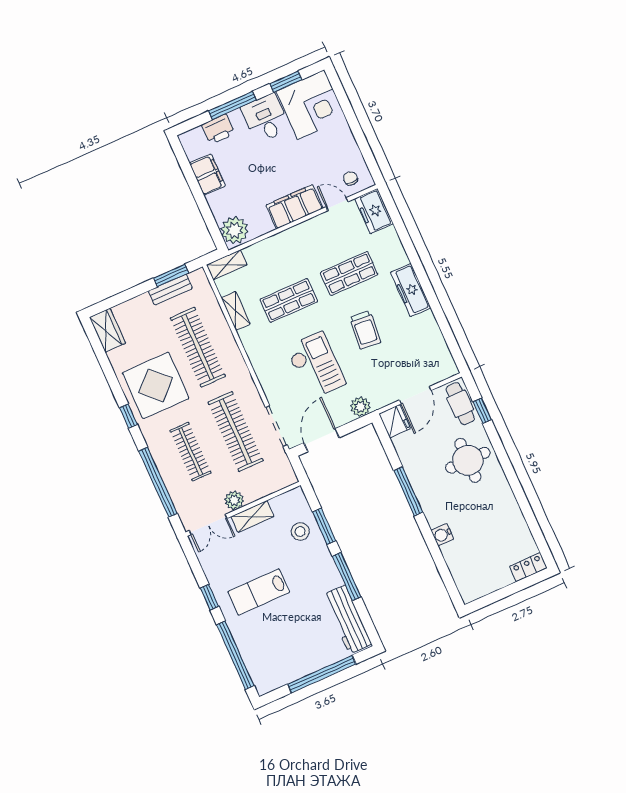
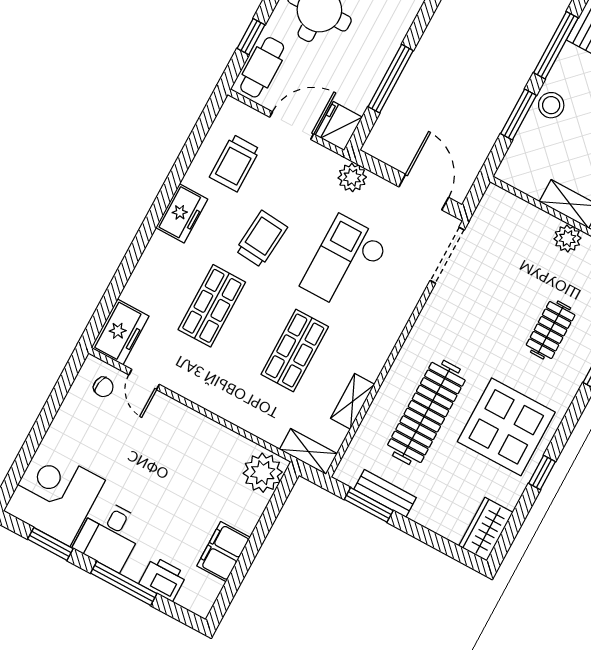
chair: (350, 178) -> (103, 387), turned -79
filing cabinet: (294, 207) -> (184, 426), removed
shop shelf: (349, 274) -> (212, 306), turned 90
freezer: (411, 290) -> (182, 213), width x0.71
shop shelf: (289, 300) -> (295, 350), turned 90
trolley: (419, 347) -> (235, 163), added
window: (128, 416) -> (542, 473), moved
clothes rail: (236, 432) -> (489, 297), removed
door: (322, 440) -> (424, 192), swing flipped
clothes rail: (191, 452) -> (551, 330), width x0.73
window: (408, 491) -> (391, 79), moved
stool: (300, 532) -> (551, 105), moved

